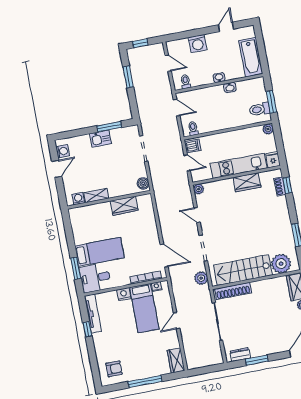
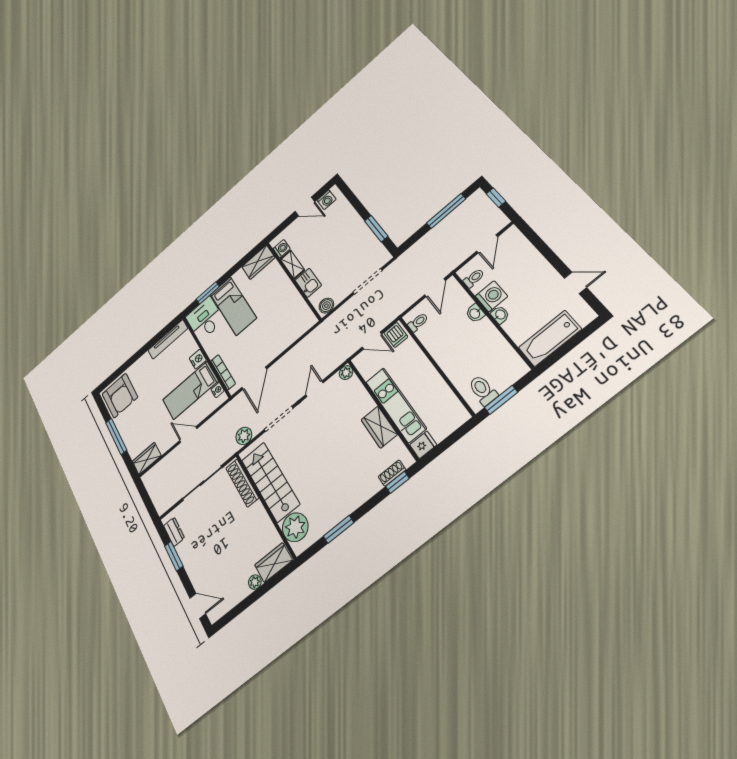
washing machine: (198, 44) -> (491, 296), moved, turned 180
window: (128, 77) -> (446, 211), width x1.44
washbasin: (230, 87) -> (475, 313), moved
plant: (268, 129) -> (461, 416), removed
kitchen sink: (101, 139) -> (308, 283), moved, turned 180
door: (187, 163) -> (372, 341), hinge flipped
wardrobe: (124, 206) -> (258, 262), moved, turned -90
window: (87, 329) -> (151, 344), removed
armchair: (114, 369) -> (120, 396), width x1.88, depth x1.88

